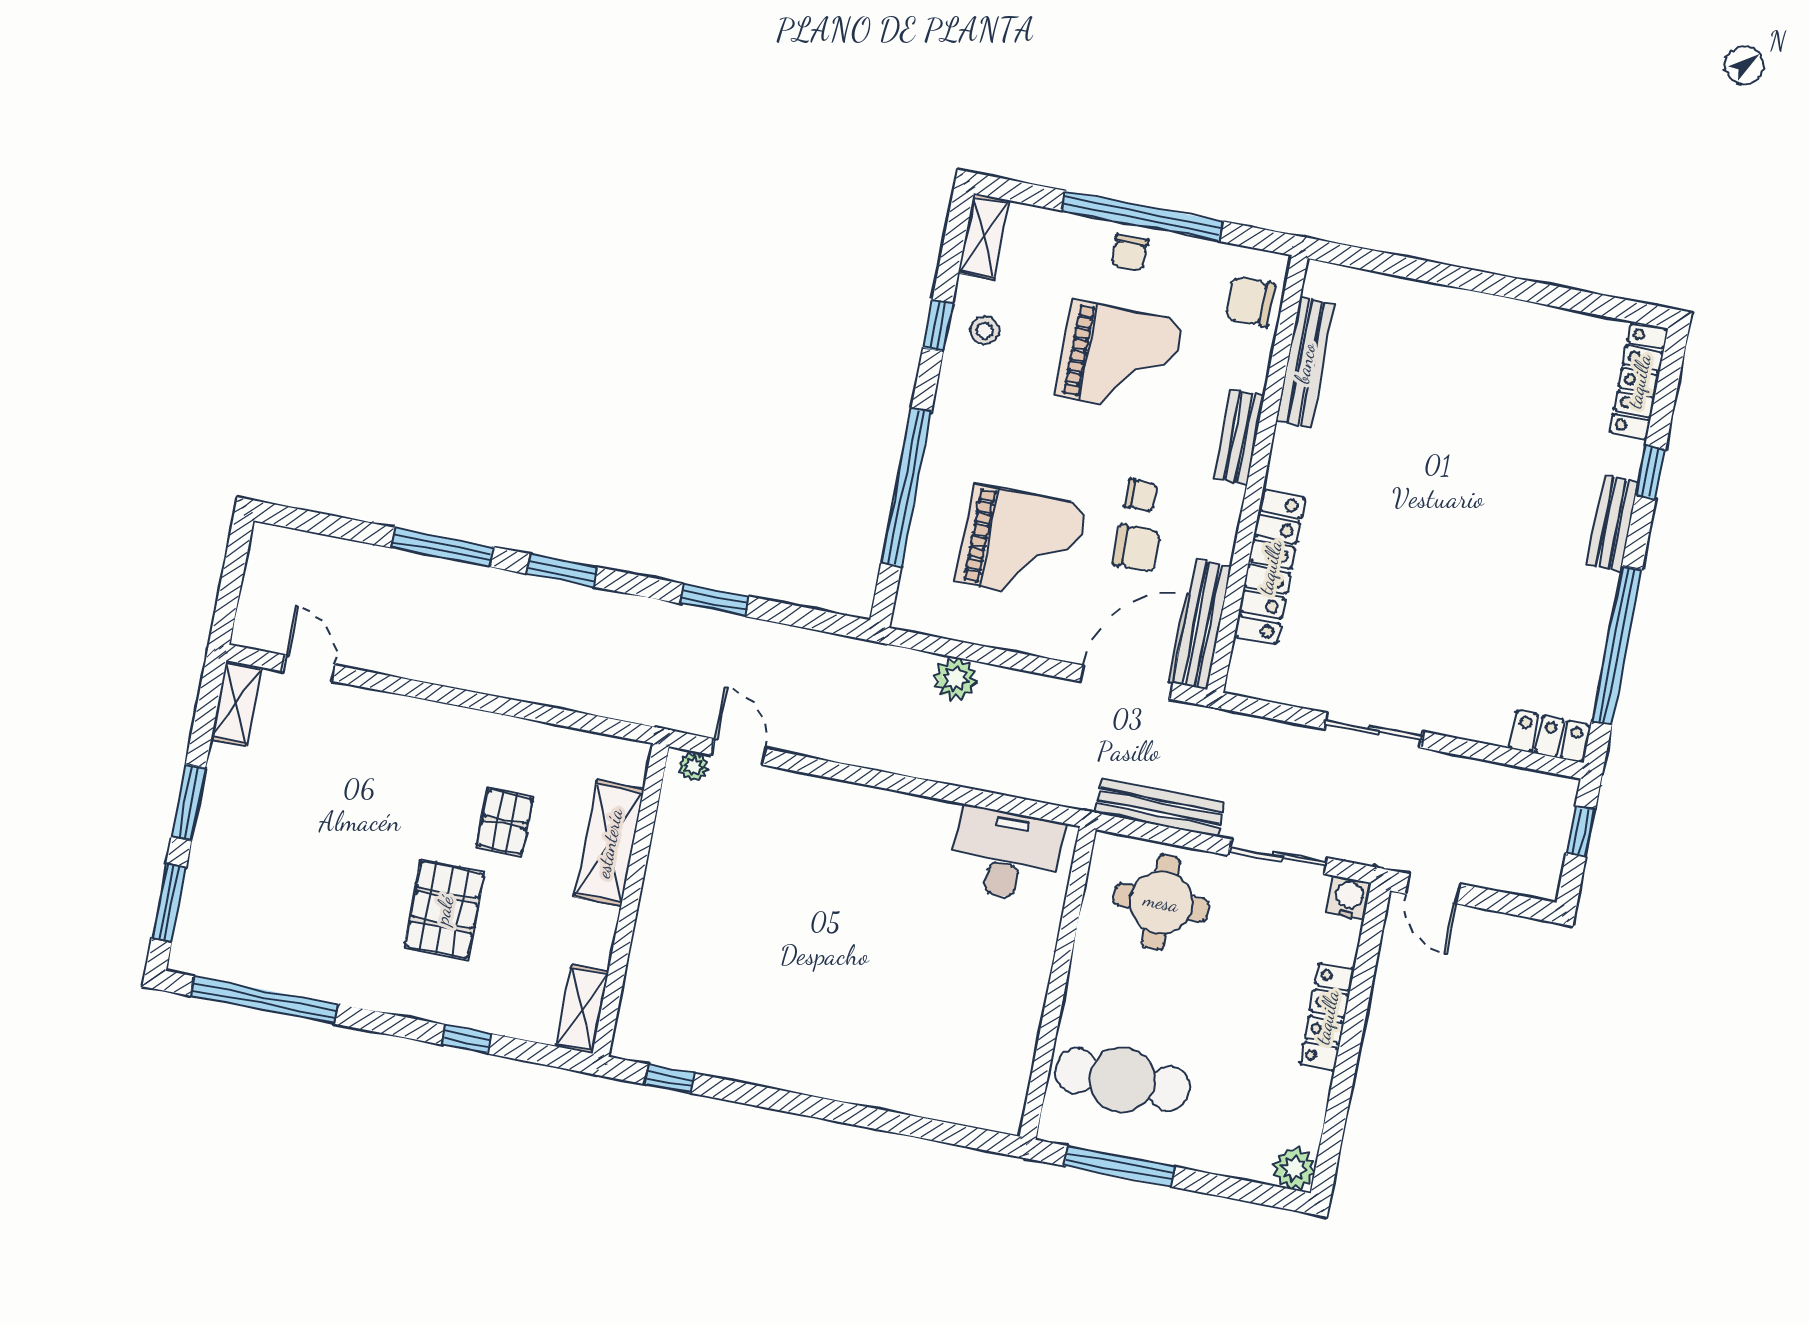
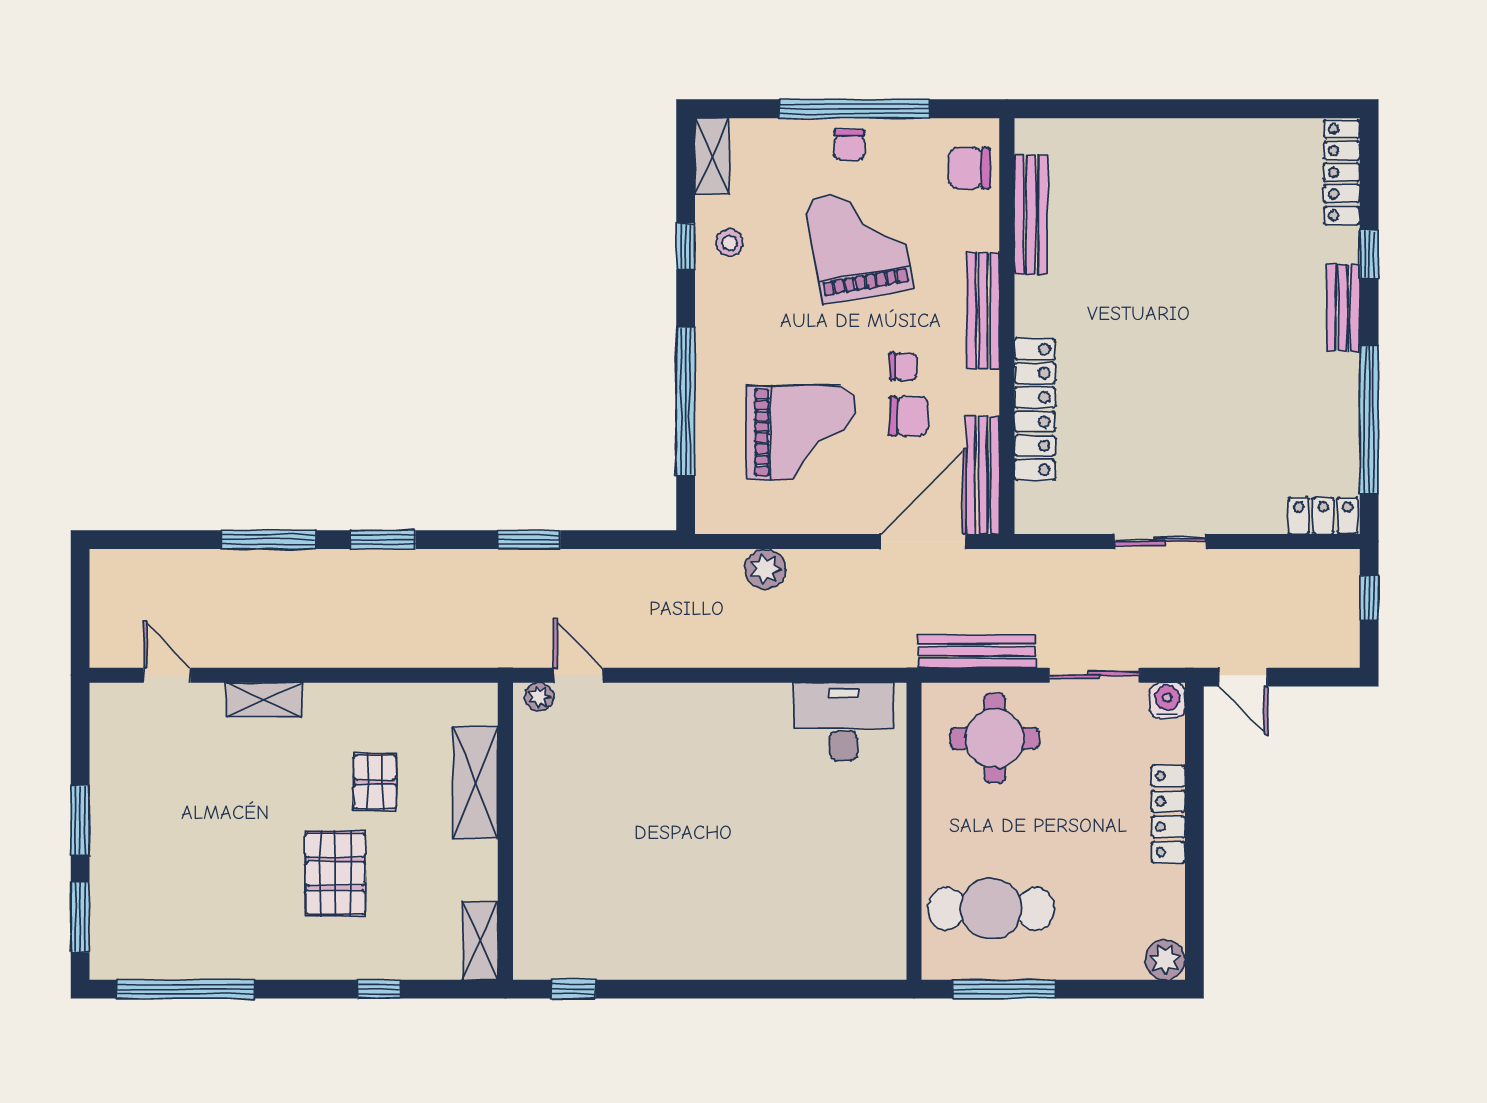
grand piano: (1119, 358) -> (859, 244), turned -100
bench: (1239, 437) -> (983, 311), width x1.36
shelving: (236, 703) -> (264, 700), moved, turned 90

